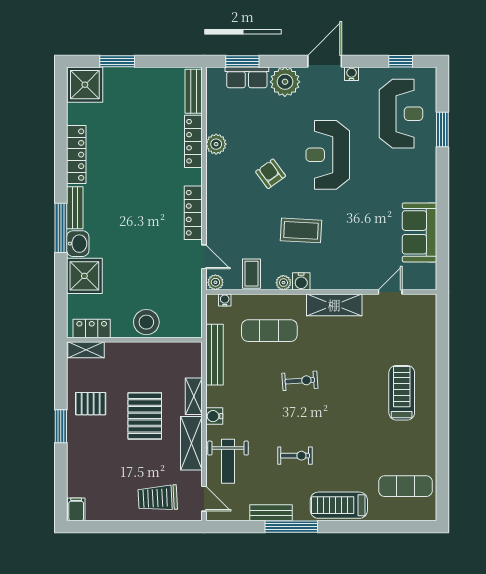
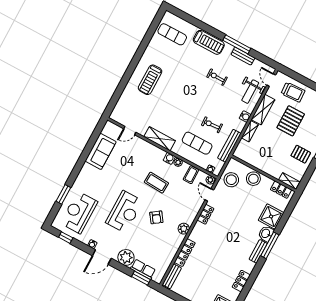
plant: (216, 144) -> (184, 229), moved
locker: (76, 155) -> (241, 281), width x0.66
locker: (193, 213) -> (206, 214), width x0.66
stool: (181, 301) -> (231, 180), added
exercise bike: (300, 381) -> (212, 125), moved
pallet: (145, 416) -> (291, 121), moved
weight bench: (228, 461) -> (250, 92), turned 180

